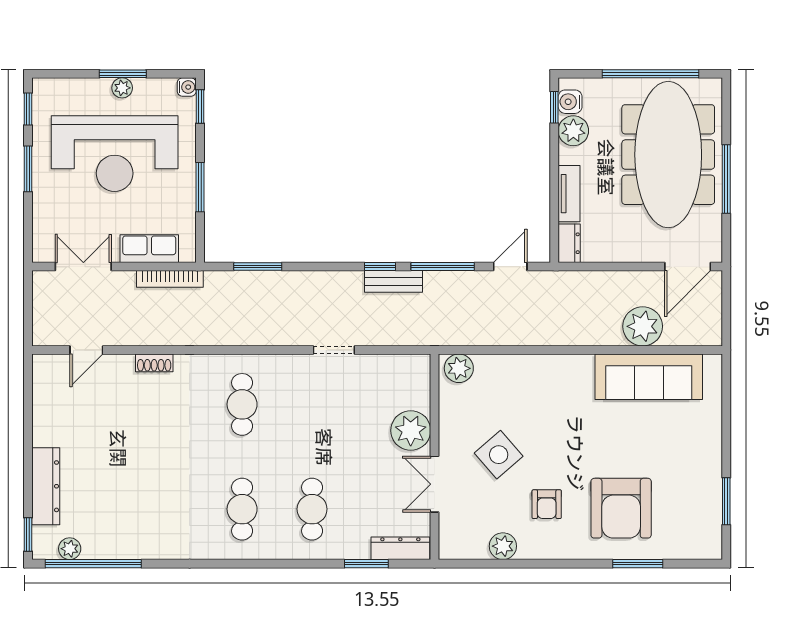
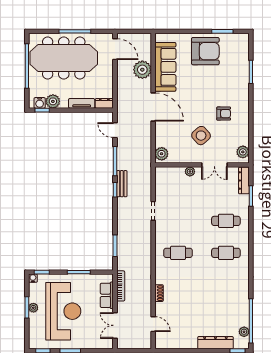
door: (561, 350) -> (153, 107), added
plant: (411, 431) -> (190, 172), width x0.53, depth x0.53
armchair: (621, 508) -> (205, 51), moved
plant: (503, 546) -> (243, 152), moved

